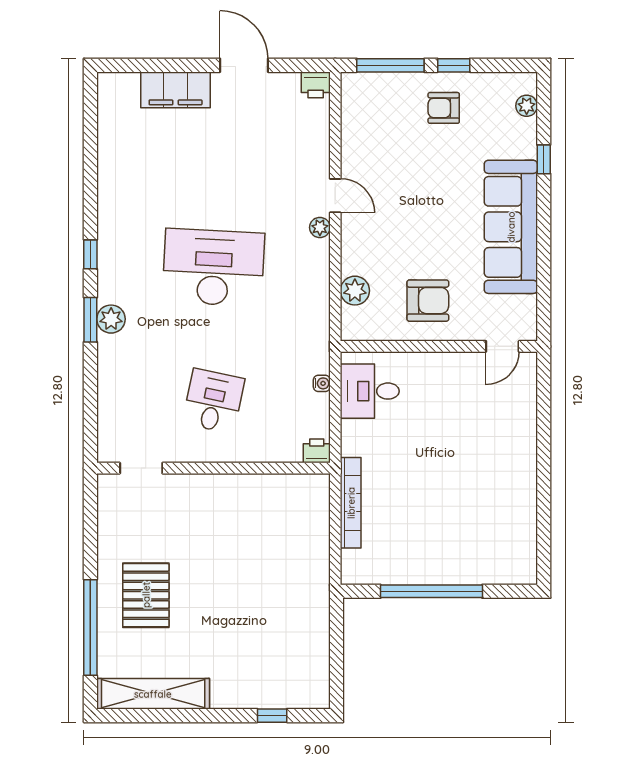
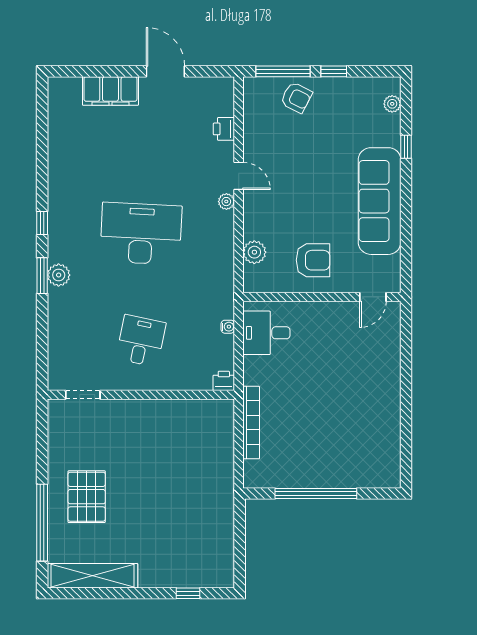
printer: (316, 85) -> (224, 129), moved, turned 90
armchair: (444, 108) -> (296, 97), moved, turned -153

